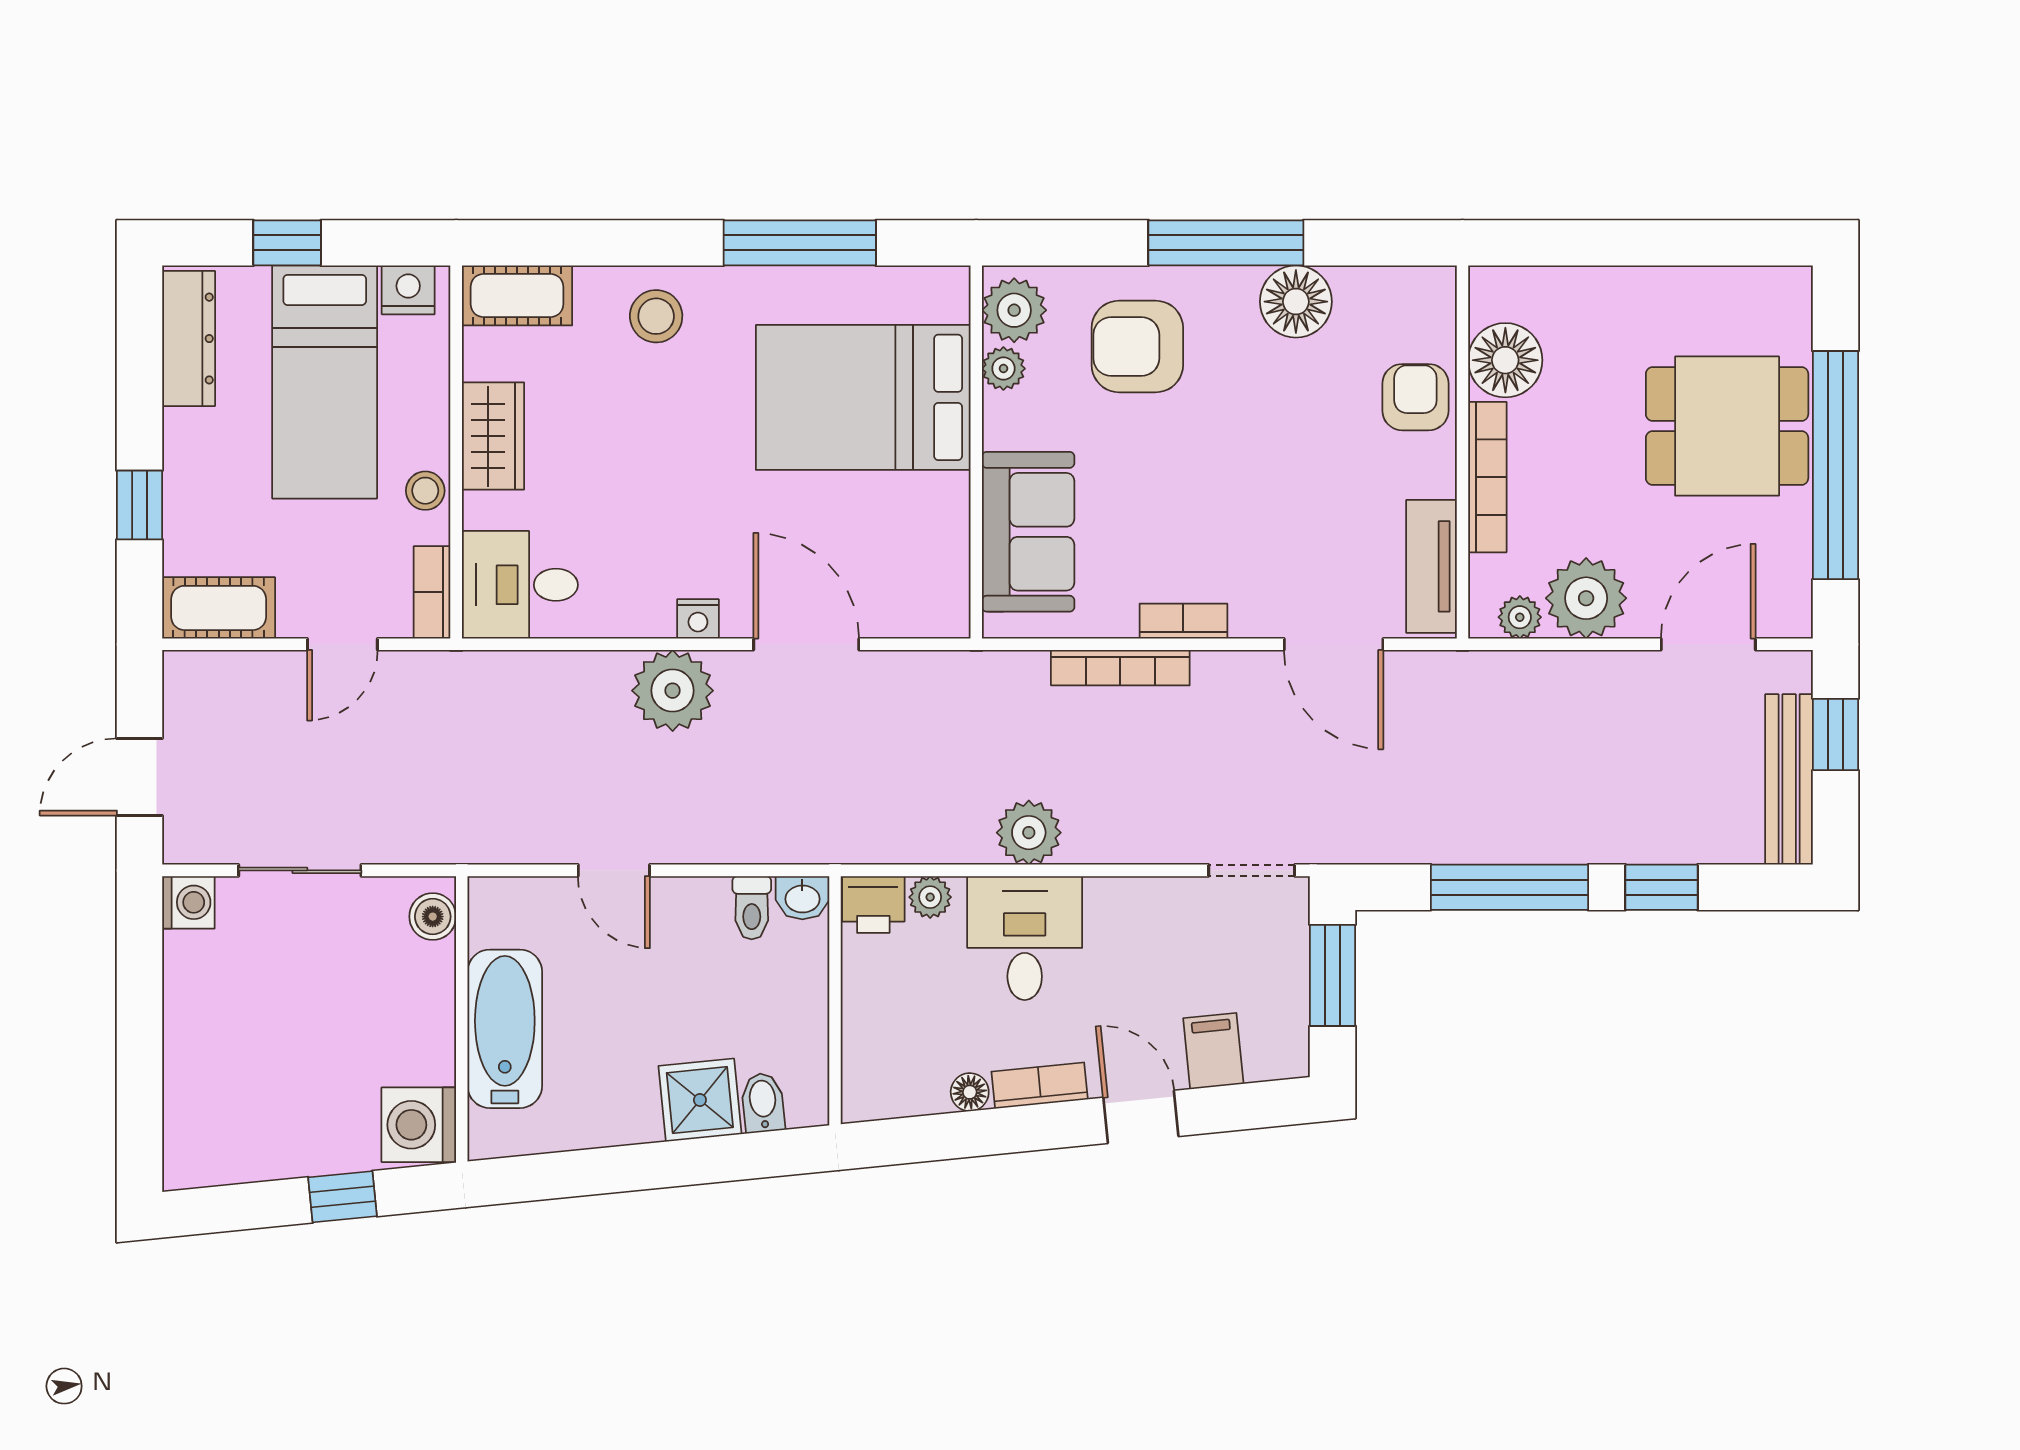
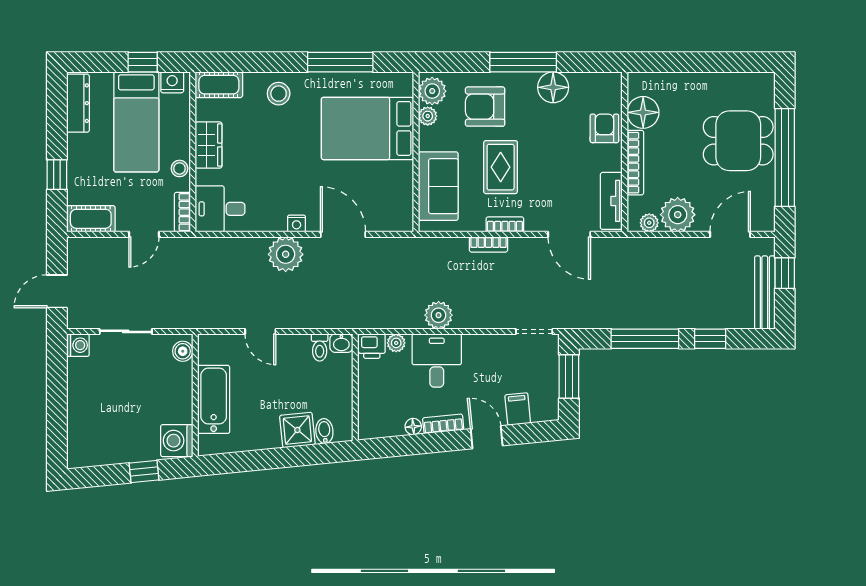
window: (287, 243) -> (143, 62), moved
rug: (1173, 487) -> (501, 167), added
bookcase: (1120, 668) -> (489, 244), width x0.64

